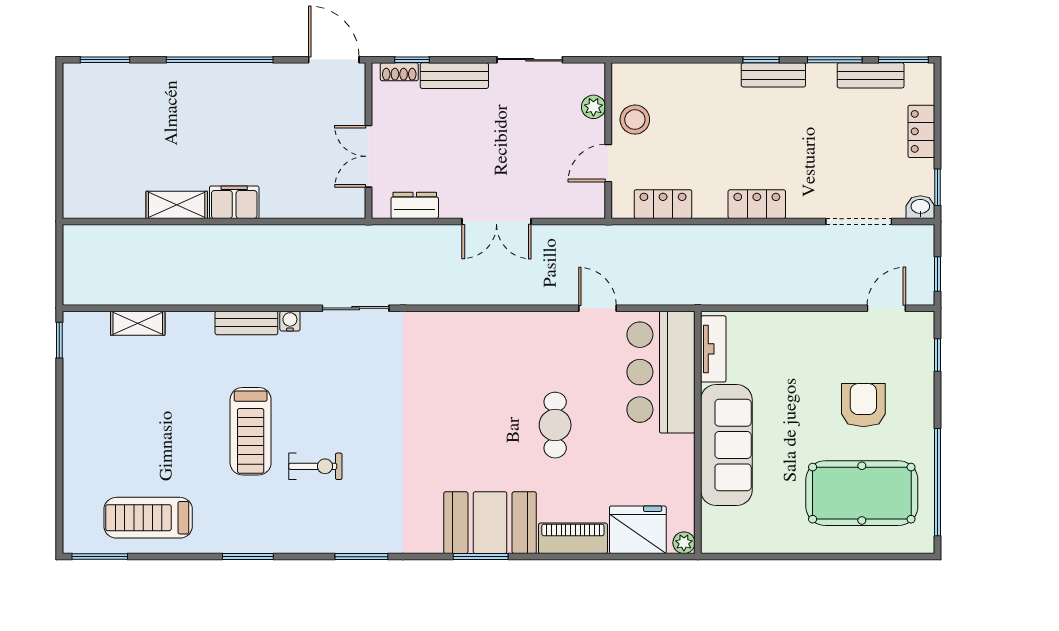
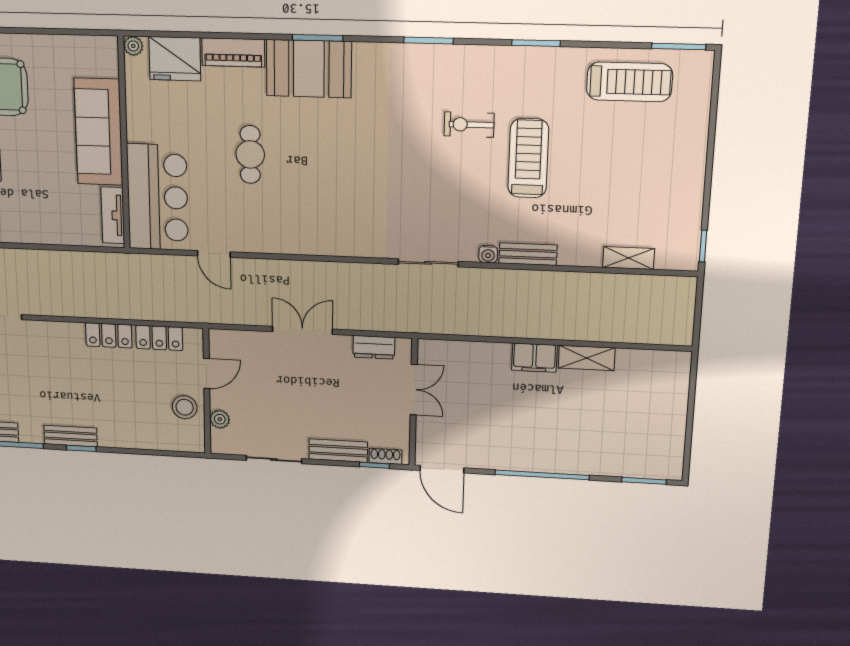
locker: (757, 204) -> (109, 335), moved

